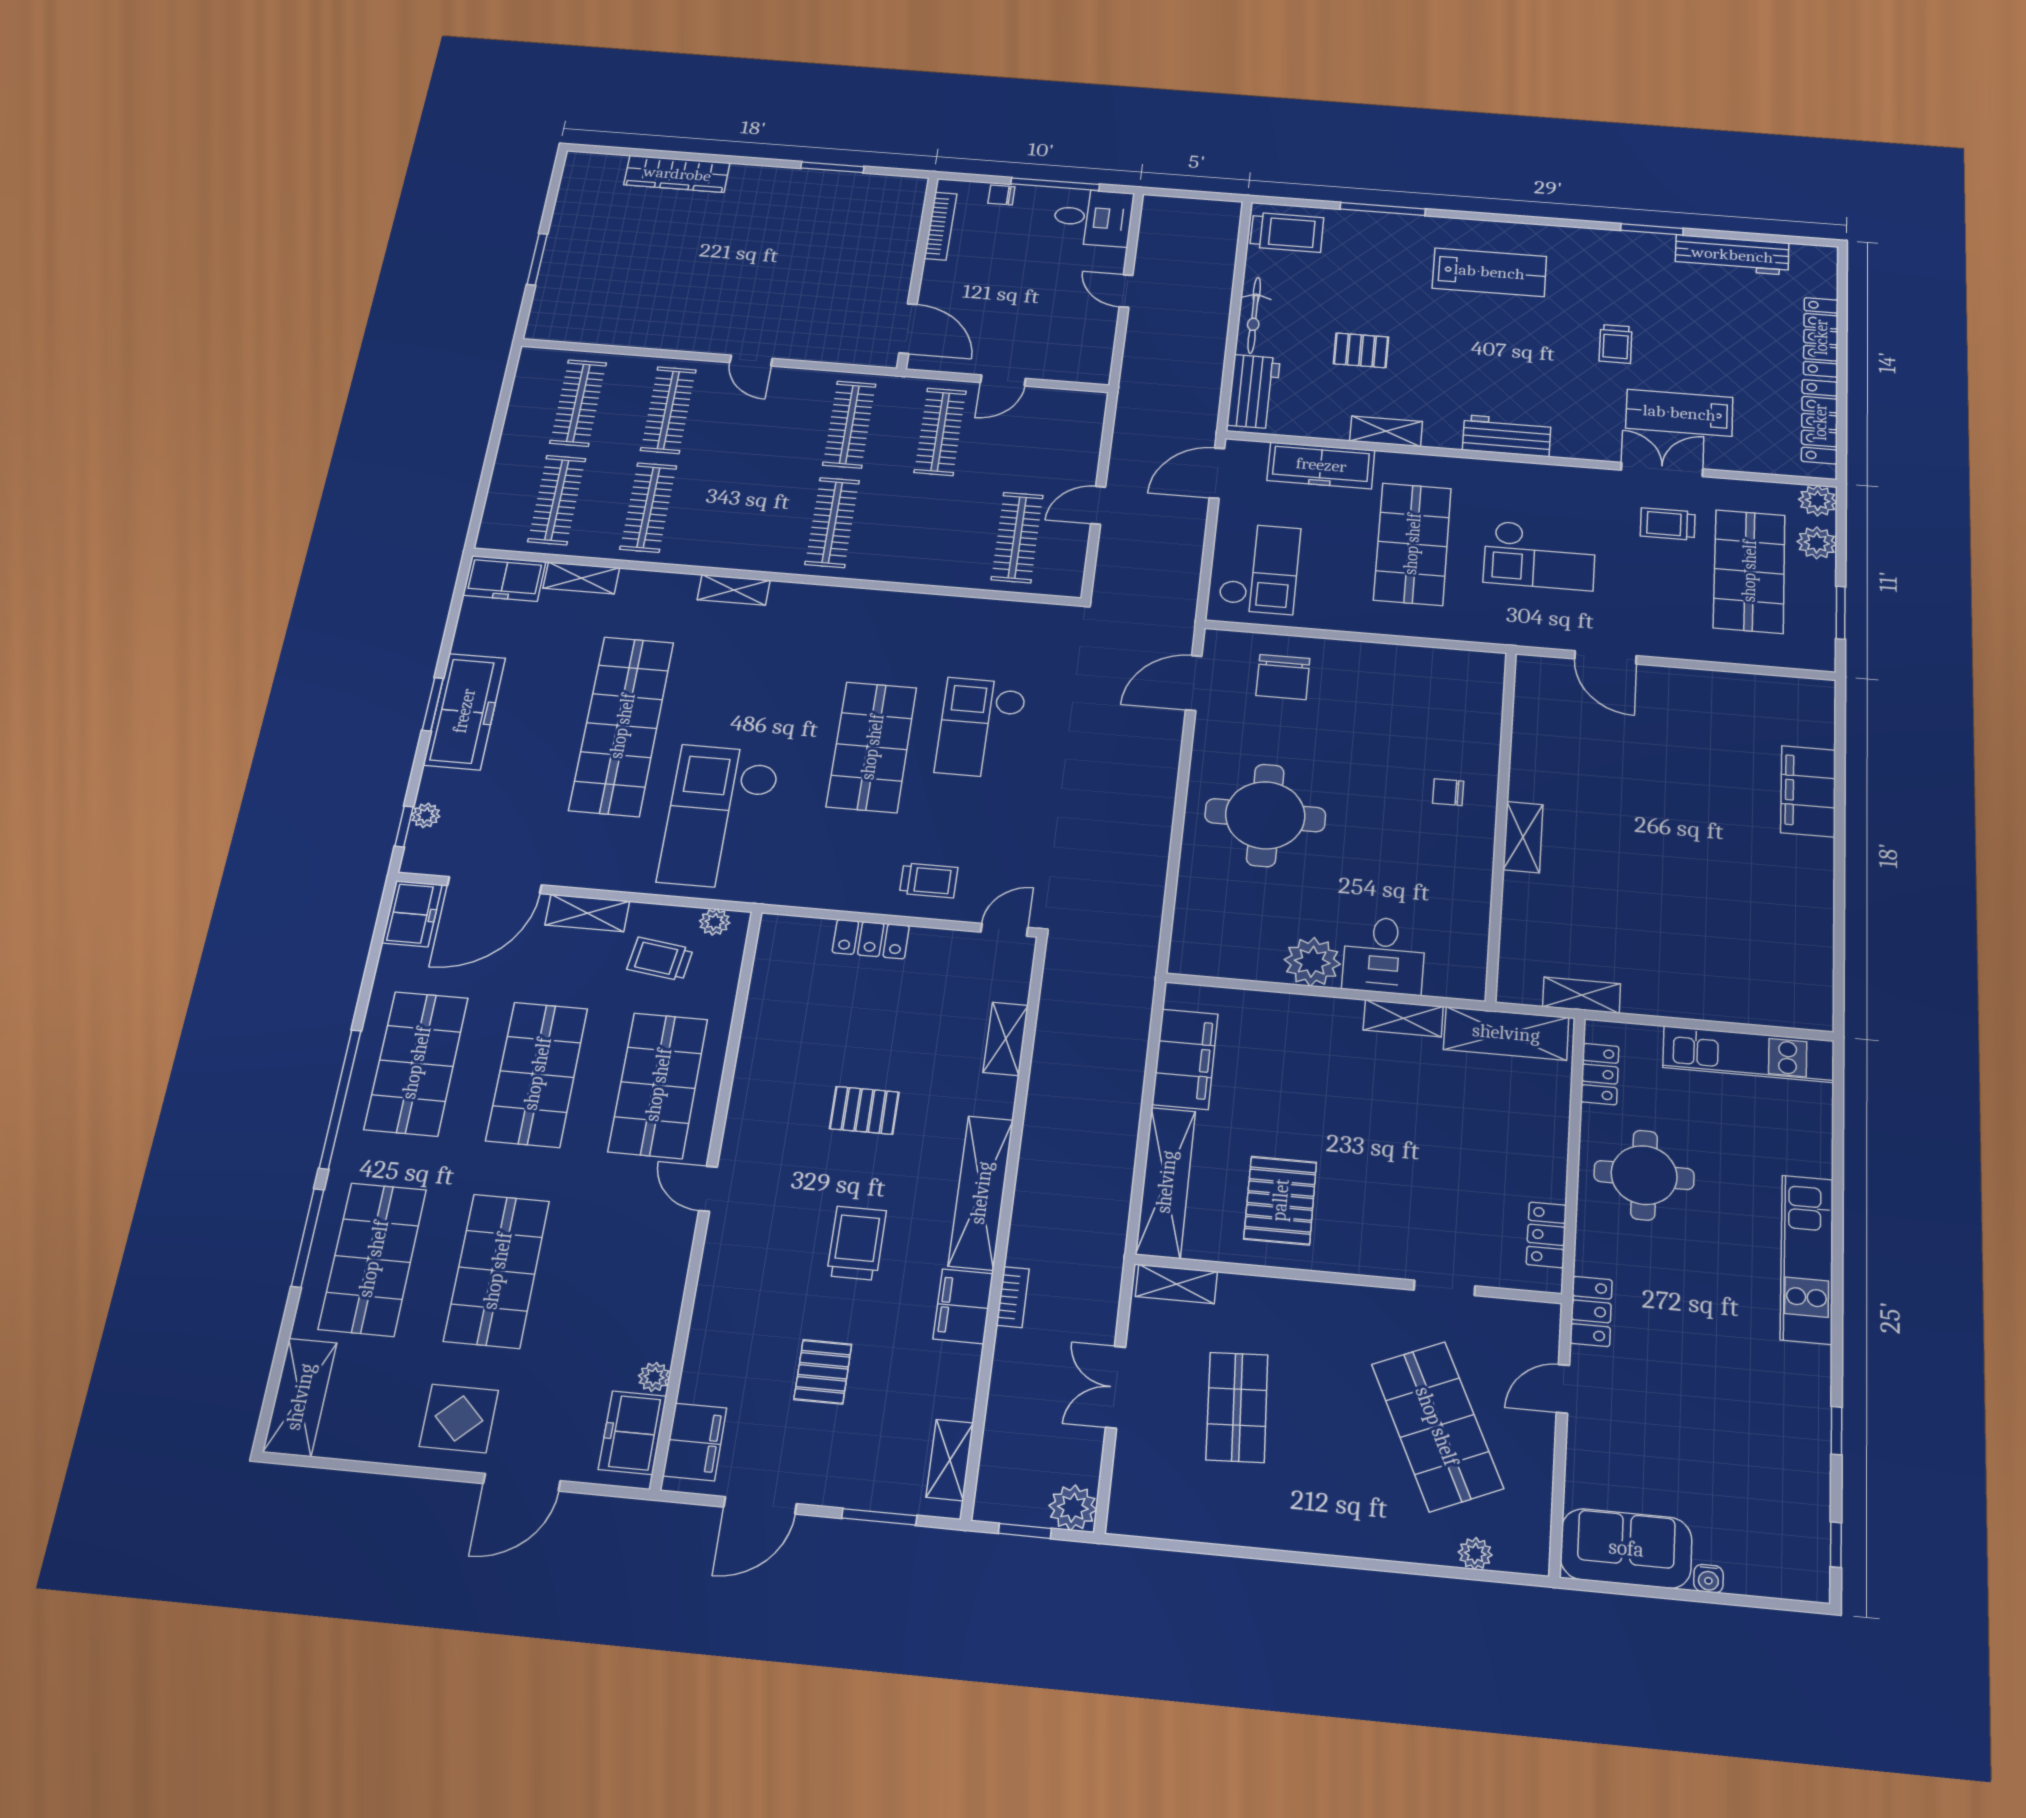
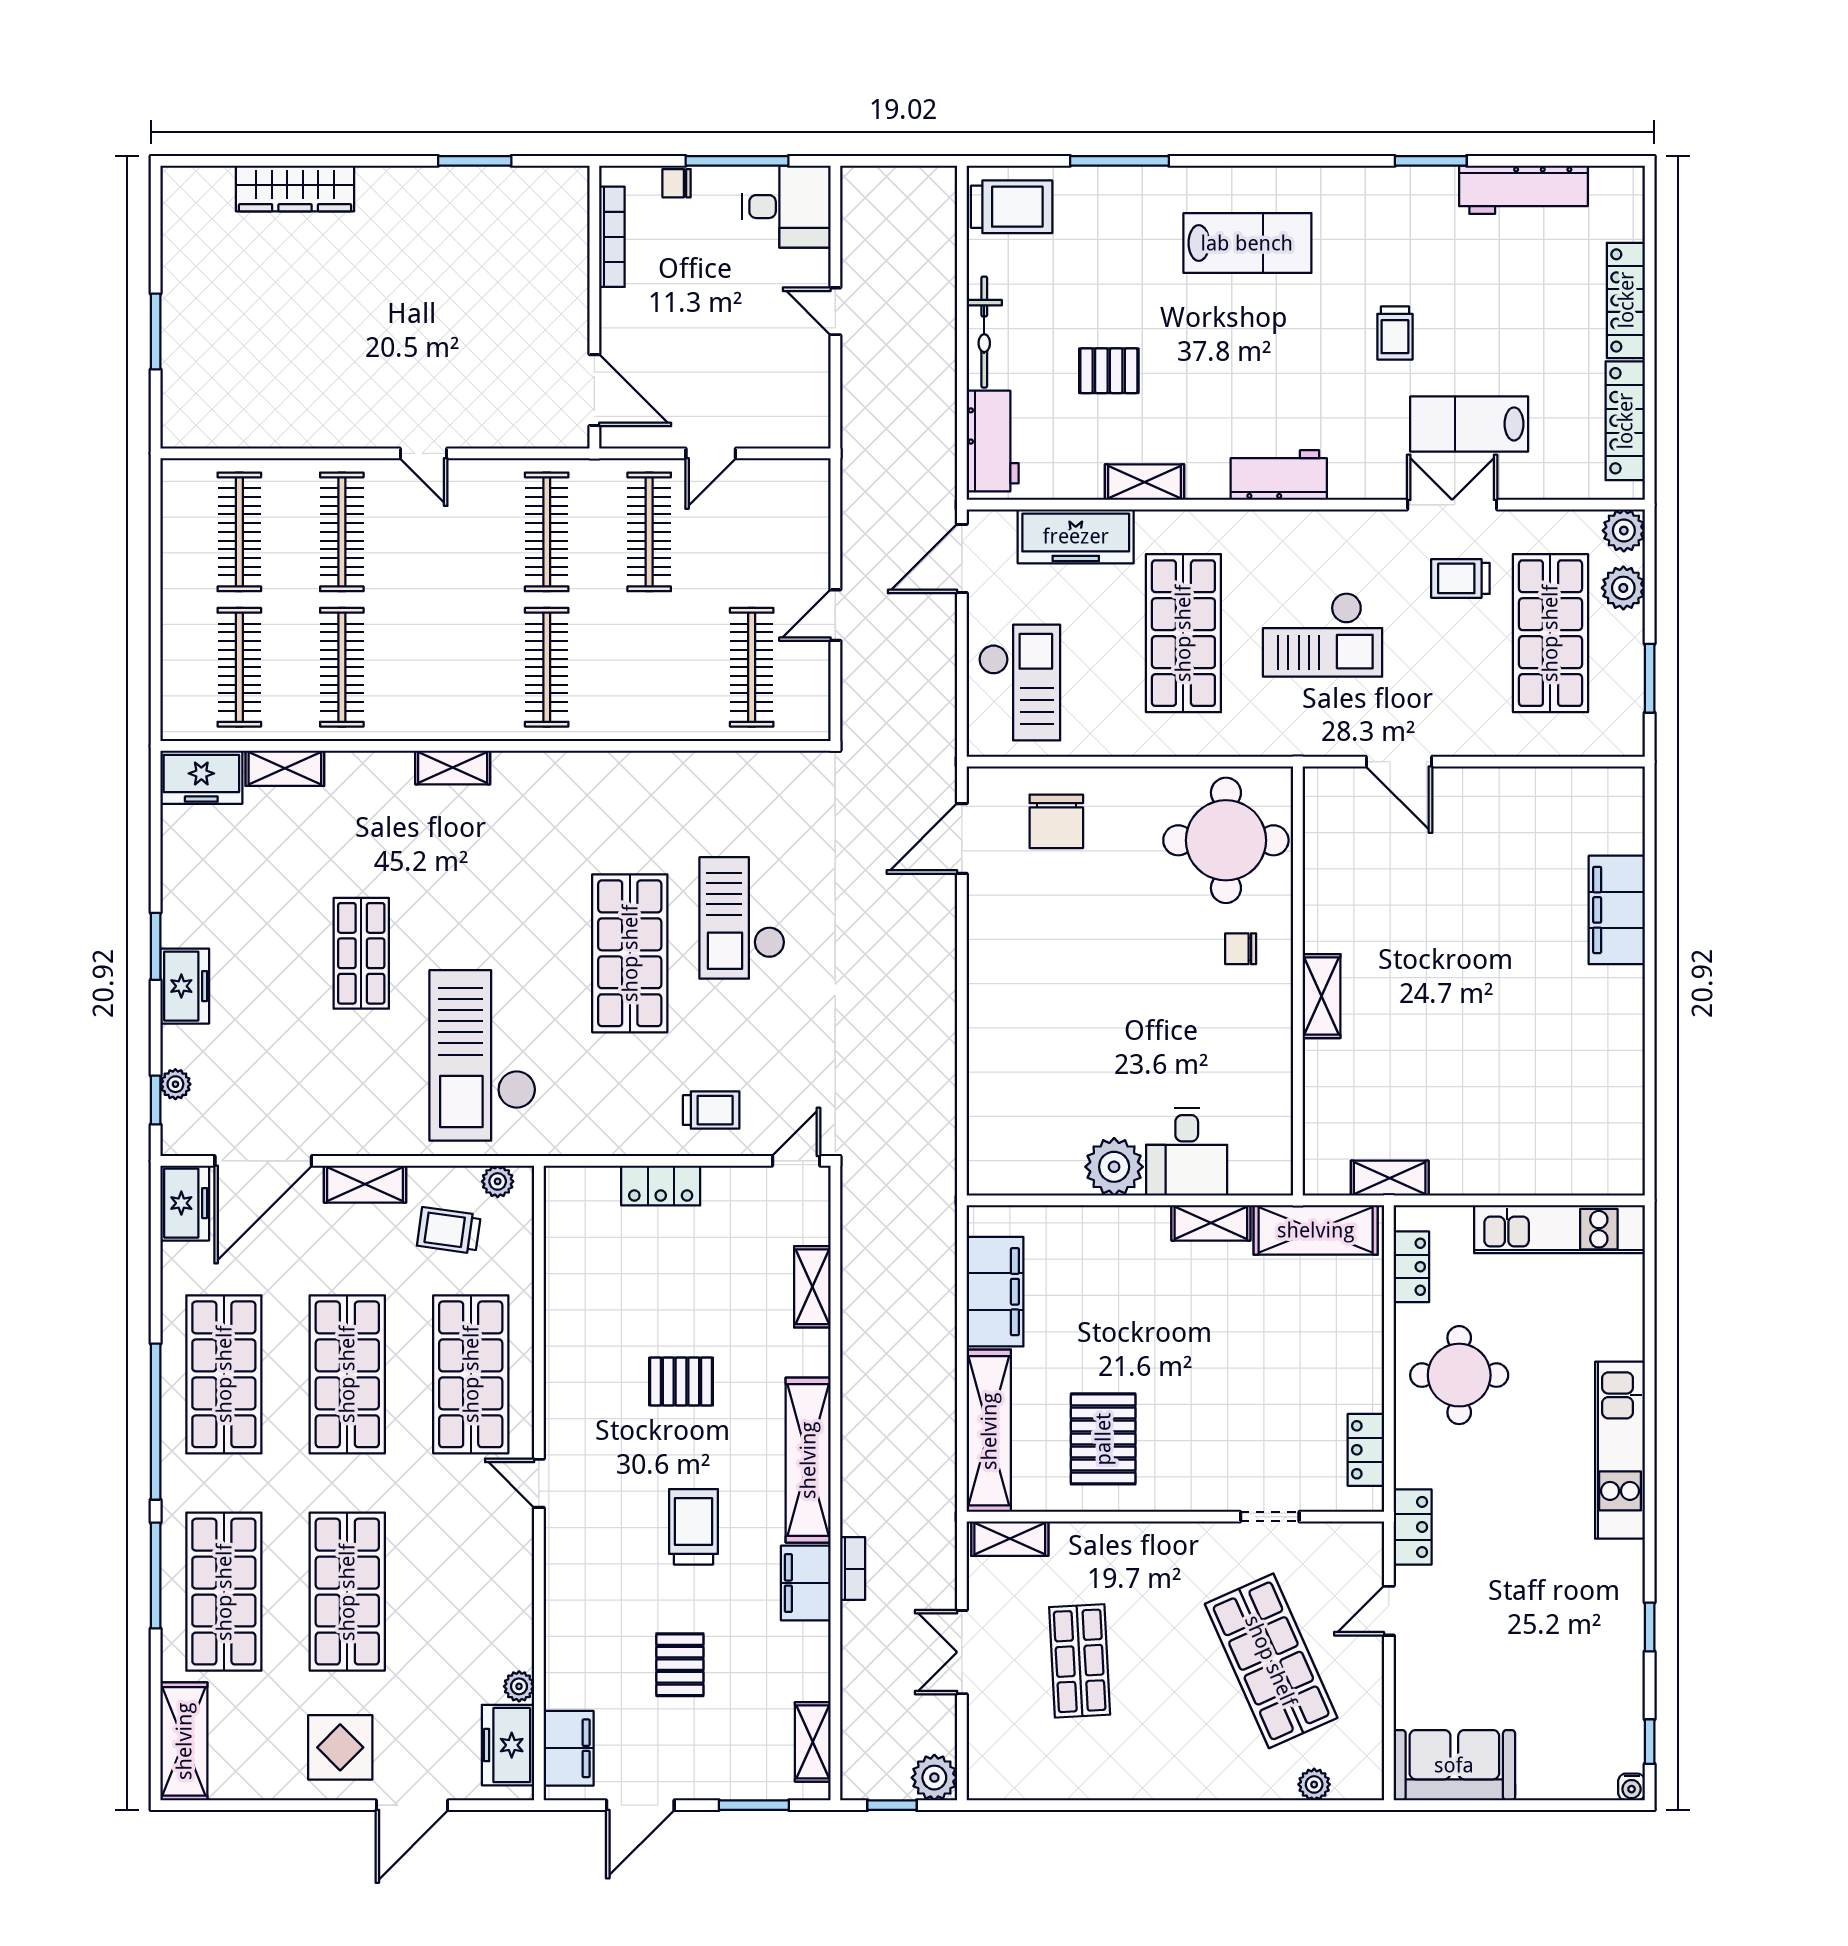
freezer: (464, 711) -> (185, 986), width x0.52, depth x0.79
shop shelf: (622, 726) -> (361, 953), width x0.50, depth x0.74
round table: (1265, 815) -> (1226, 840), moved
water cooler: (1708, 1579) -> (1632, 1787), moved

